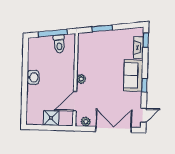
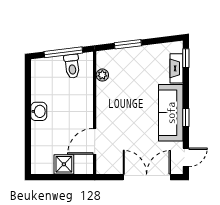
sofa: (133, 76) -> (171, 113), width x1.36
plant: (81, 79) -> (102, 75), moved
plant: (86, 122) -> (110, 168), removed

